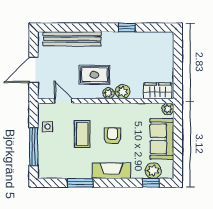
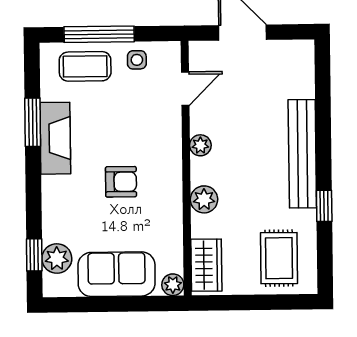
bench: (72, 39) -> (302, 154), moved
rug: (94, 75) -> (279, 258), moved
plant: (108, 93) -> (200, 145), moved
coffee table: (82, 134) -> (85, 66), moved
fireplace: (112, 171) -> (55, 138), moved

